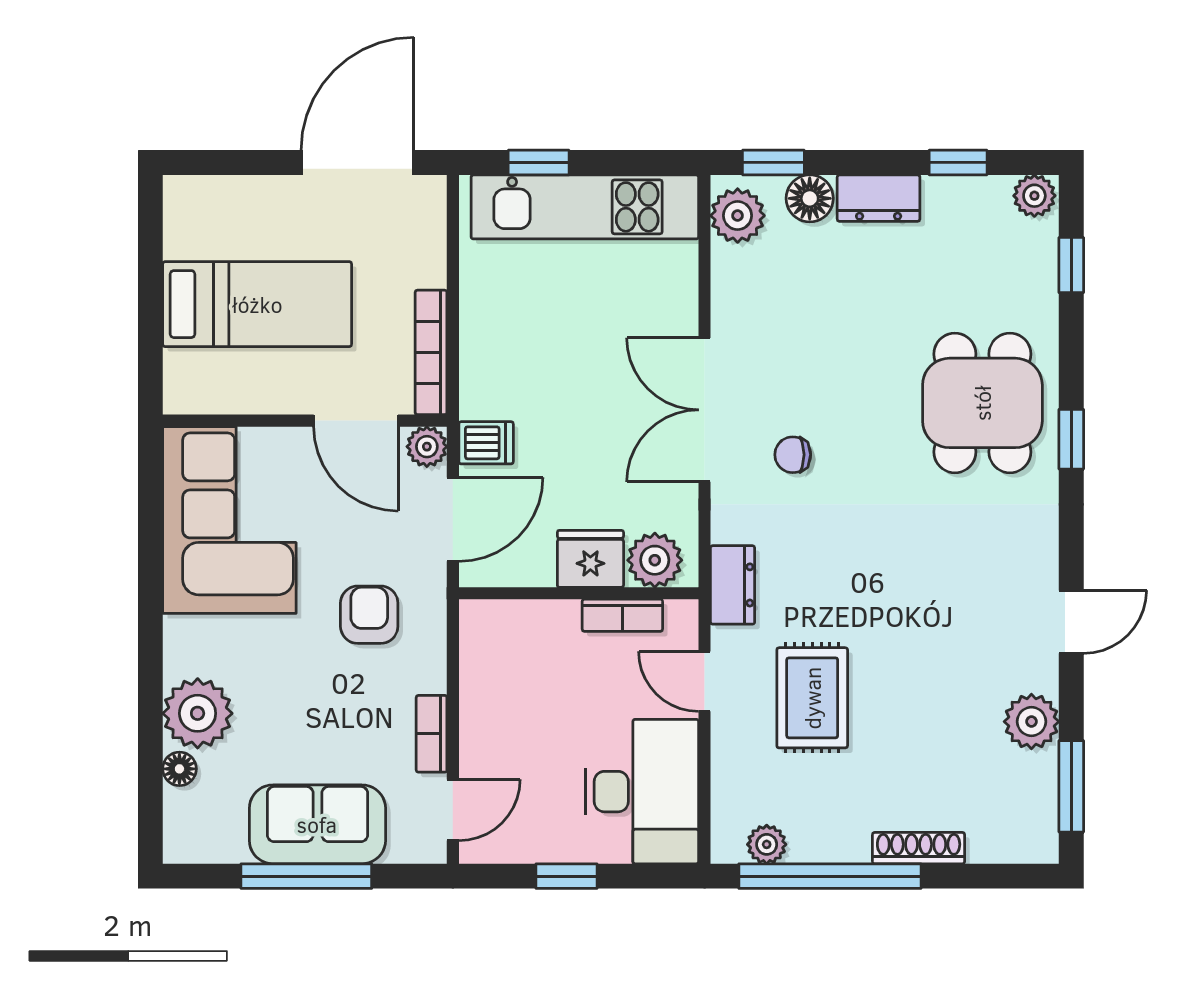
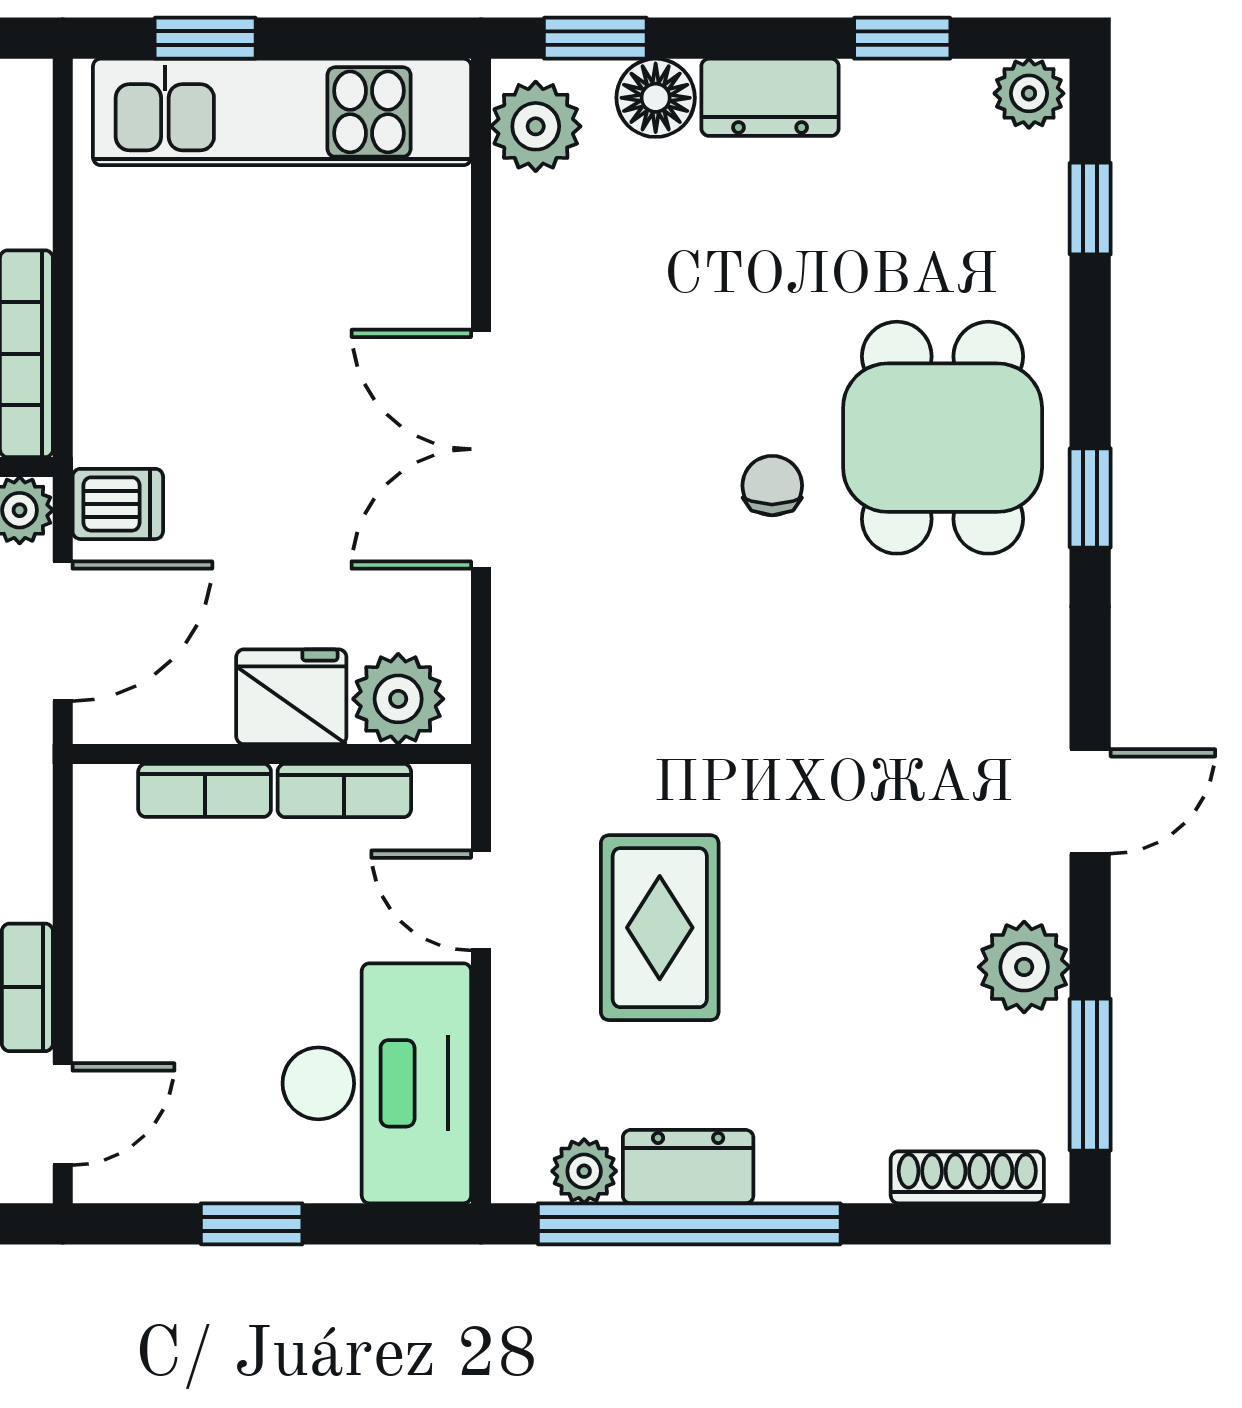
chair: (793, 455) -> (772, 486), moved, turned 90
dresser: (733, 585) -> (688, 1167), moved, turned -90
bookcase: (538, 615) -> (205, 790), added
shoe rack: (919, 848) -> (967, 1177), moved

